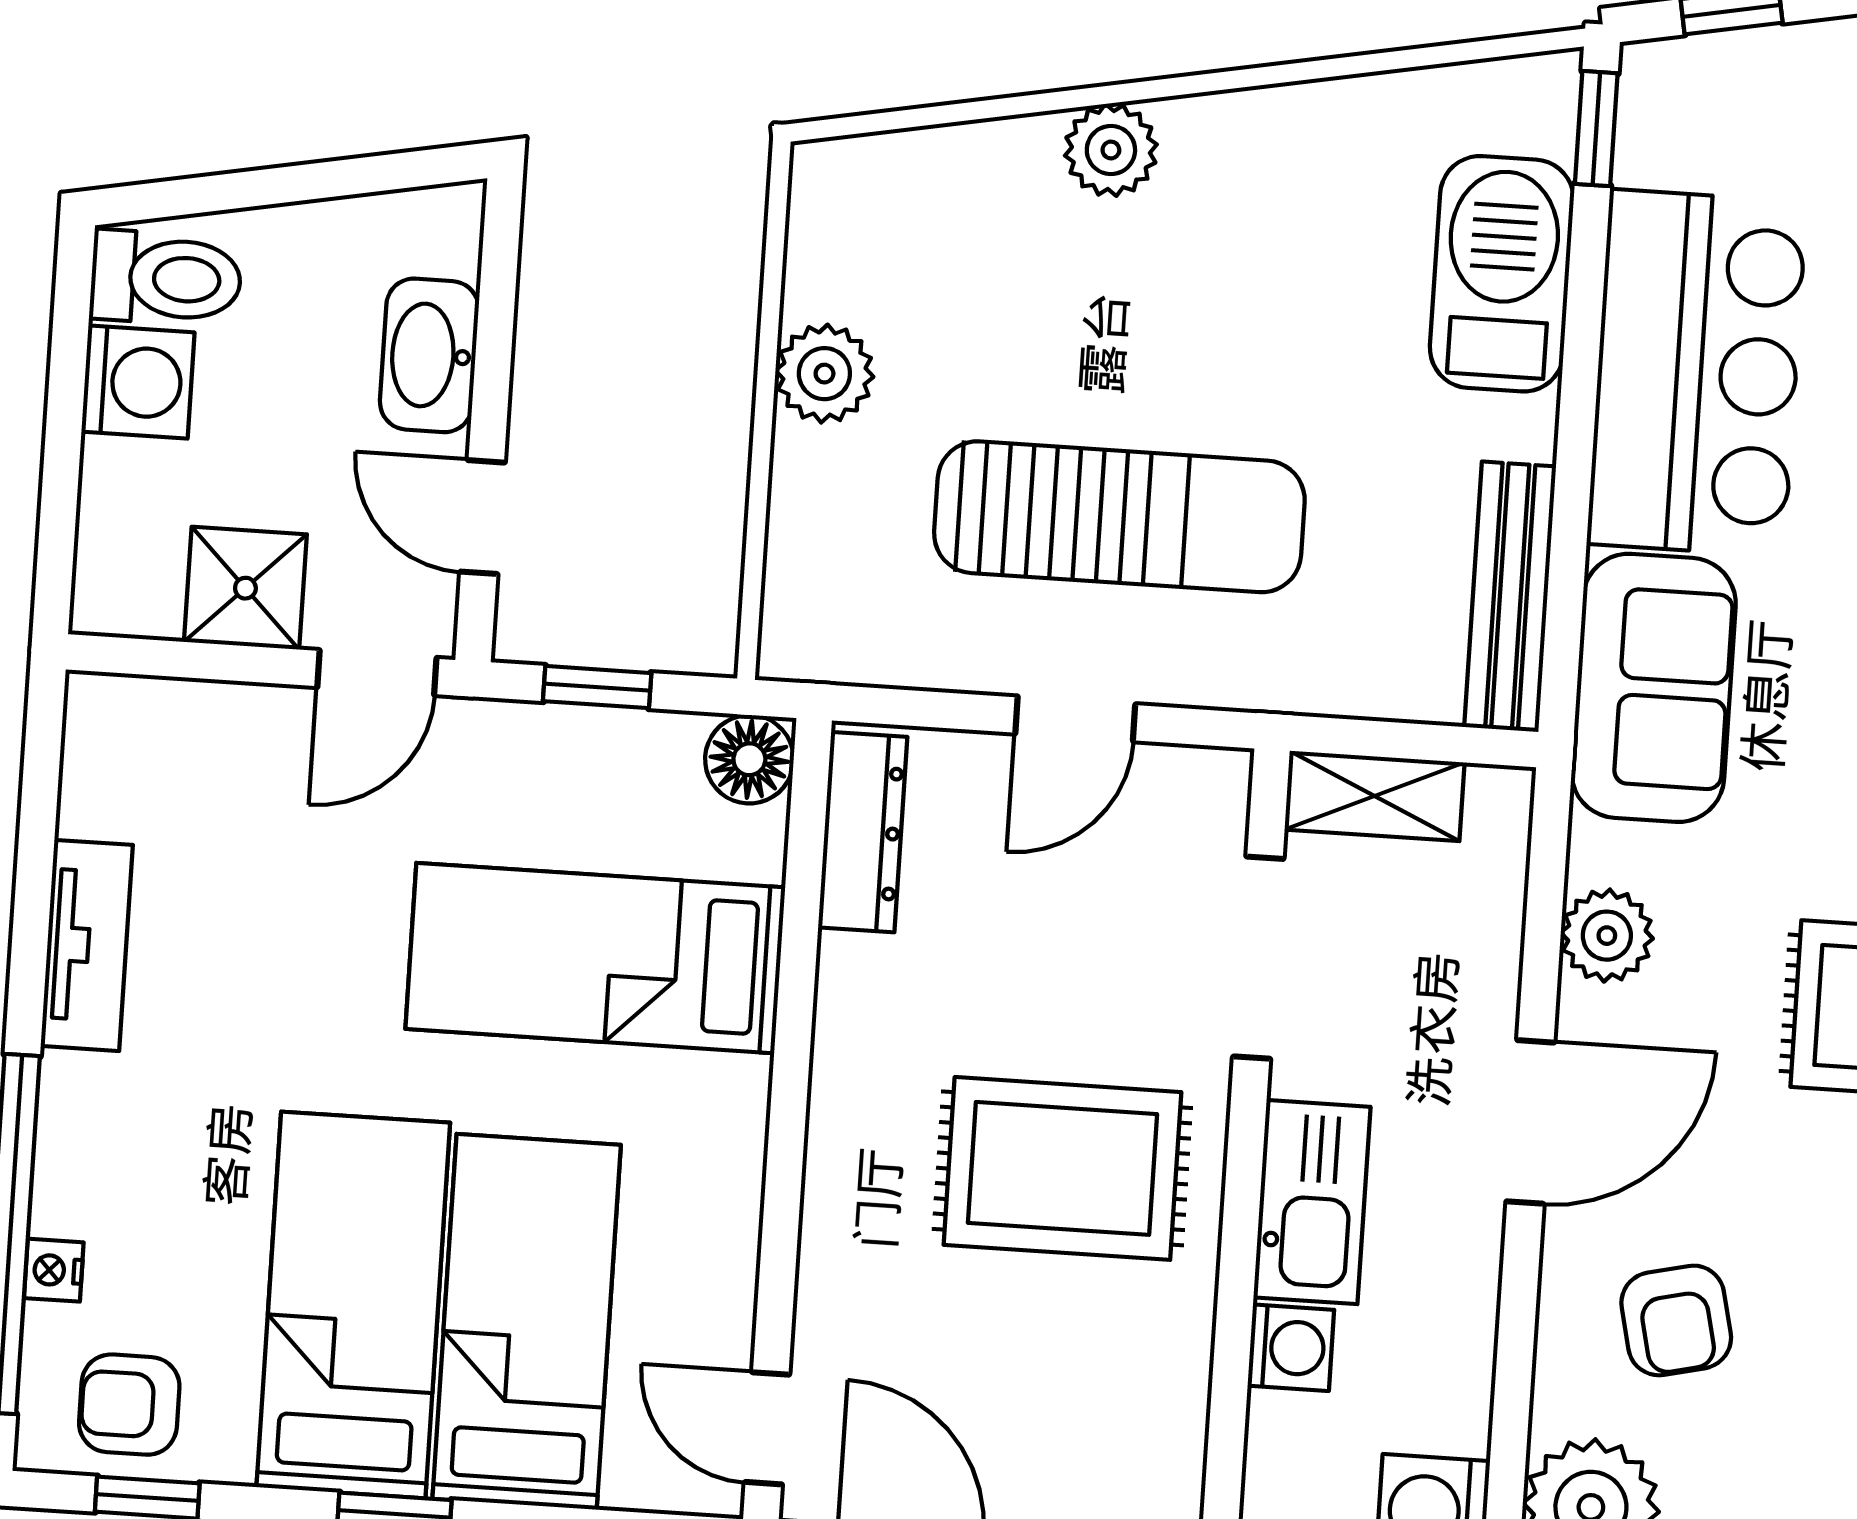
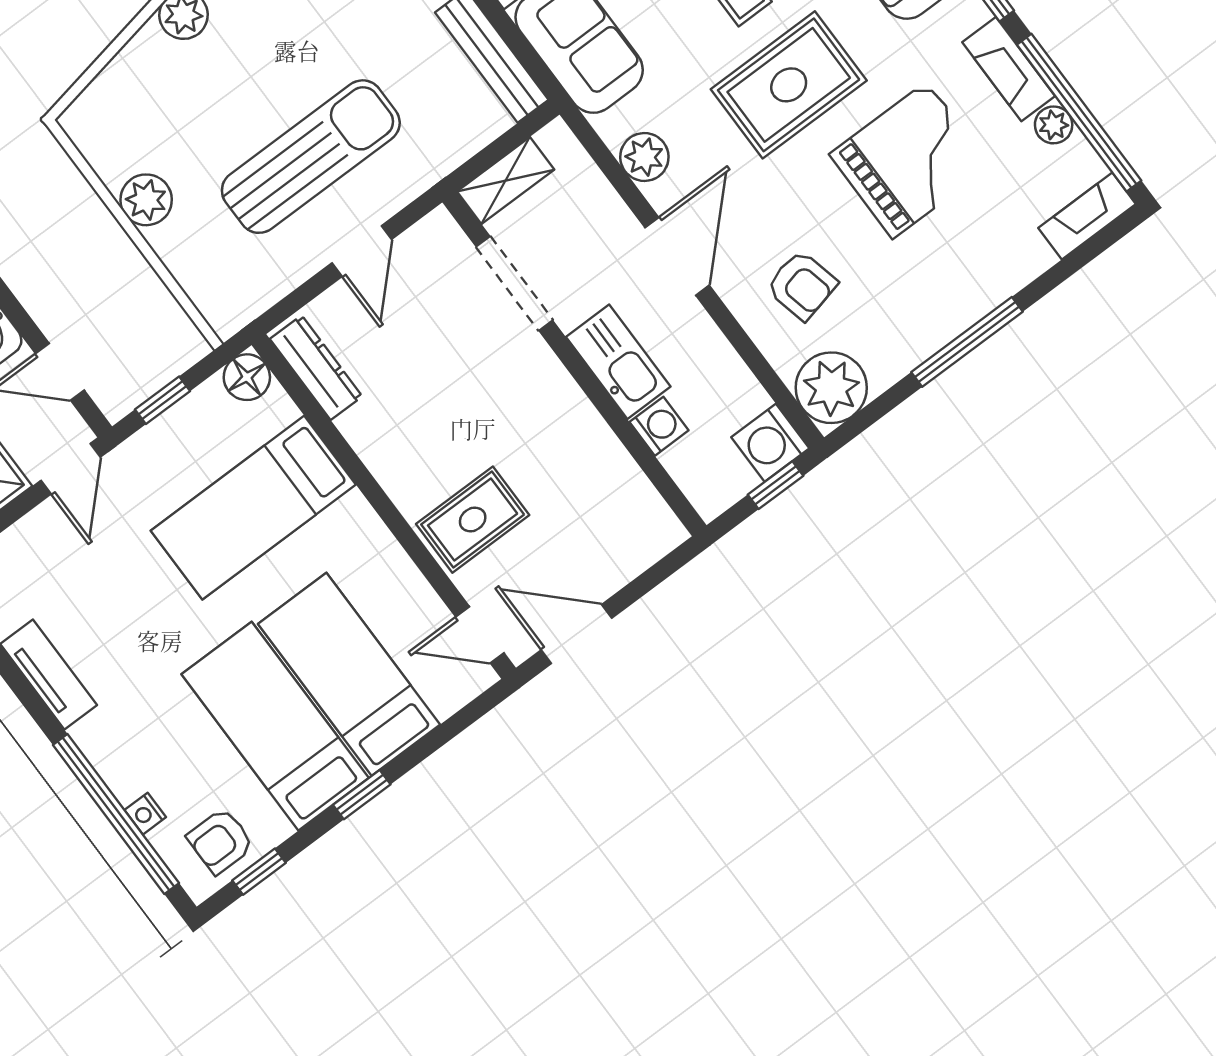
rug: (1062, 1168) -> (473, 520), moved, width x0.73, depth x0.70

